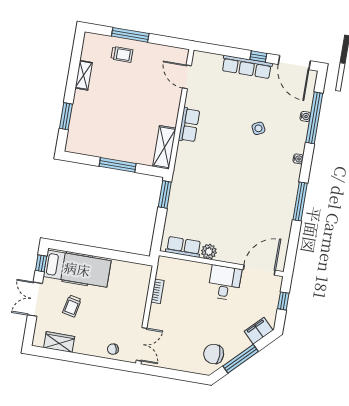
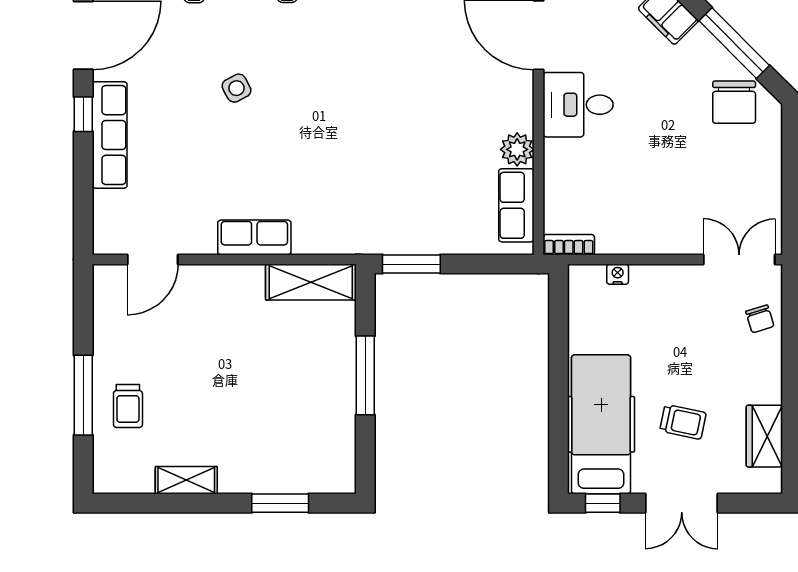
trolley: (122, 54) -> (128, 406), turned 180
nightstand: (144, 288) -> (618, 274), added
bookcase: (158, 291) -> (569, 245), moved

